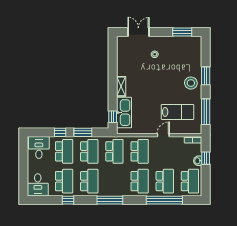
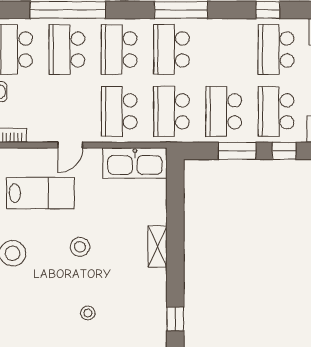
stool: (158, 86) -> (80, 247), added
lab bench: (177, 112) -> (40, 193), turned 180
kitchen sink: (124, 113) -> (135, 163), moved, turned -90
window: (113, 117) -> (175, 319), moved
school desk: (89, 181) -> (171, 49), moved

